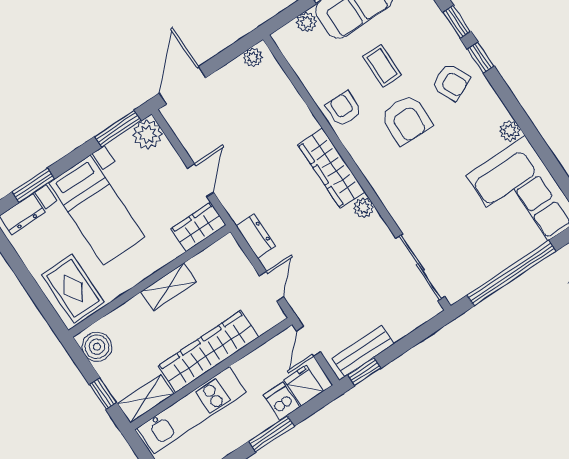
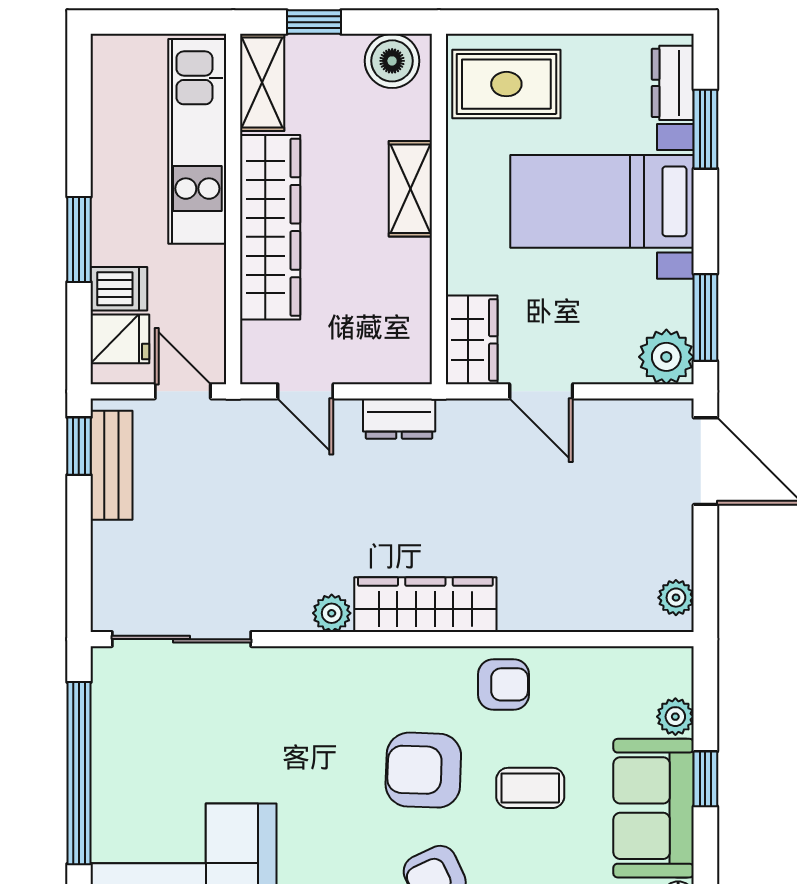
shelving: (169, 287) -> (410, 189), moved

